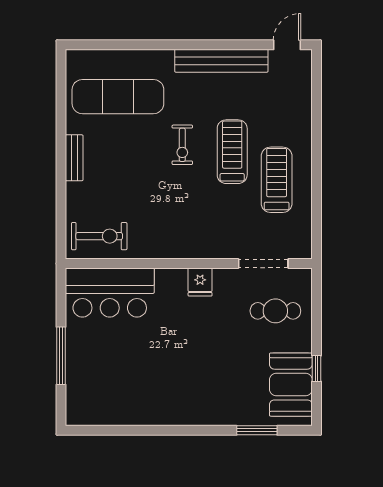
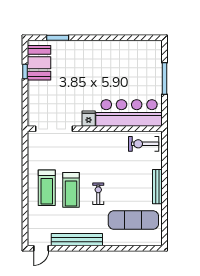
bench: (74, 158) -> (157, 187), width x1.36
treadmill: (277, 180) -> (47, 188), moved
doorway: (263, 264) -> (54, 129), width x1.36
bar counter: (110, 293) -> (129, 113), width x1.36
cafe table: (275, 311) -> (47, 103), removed

